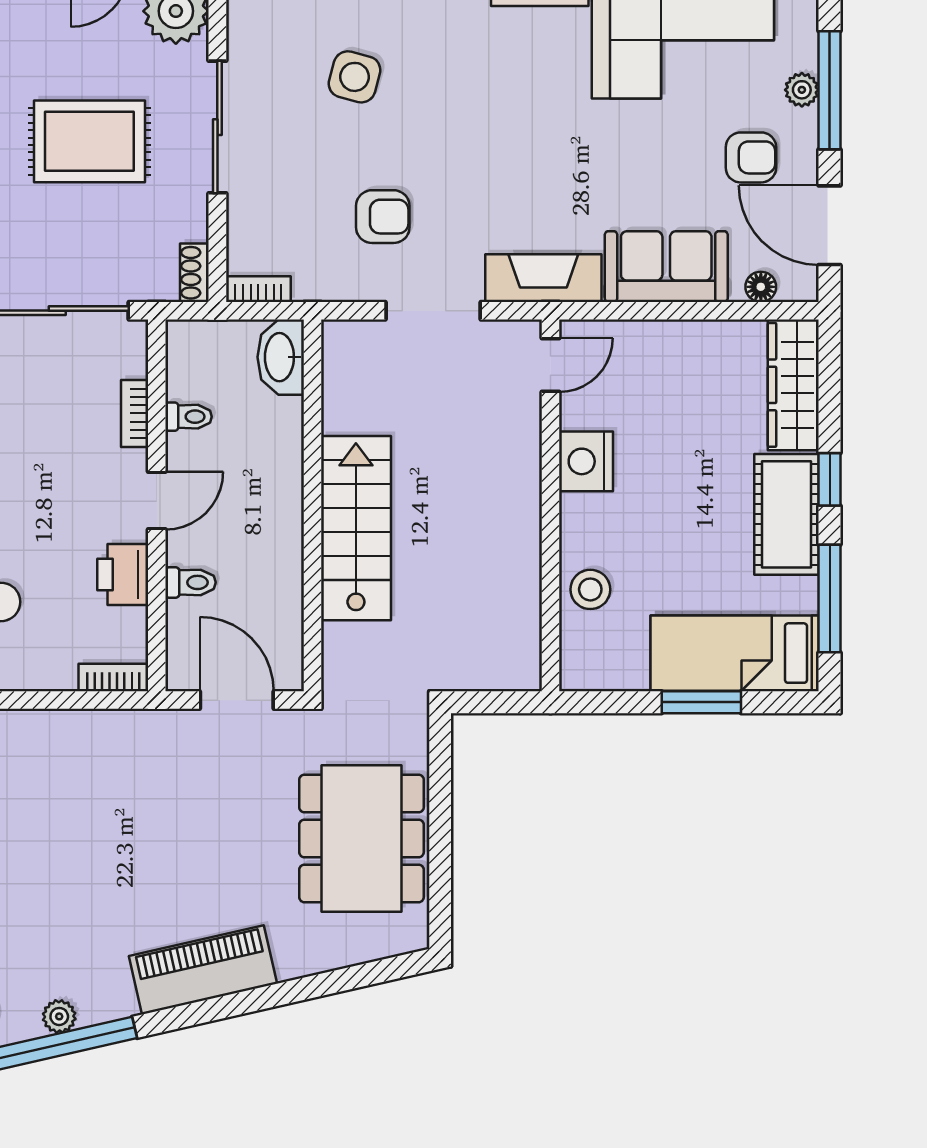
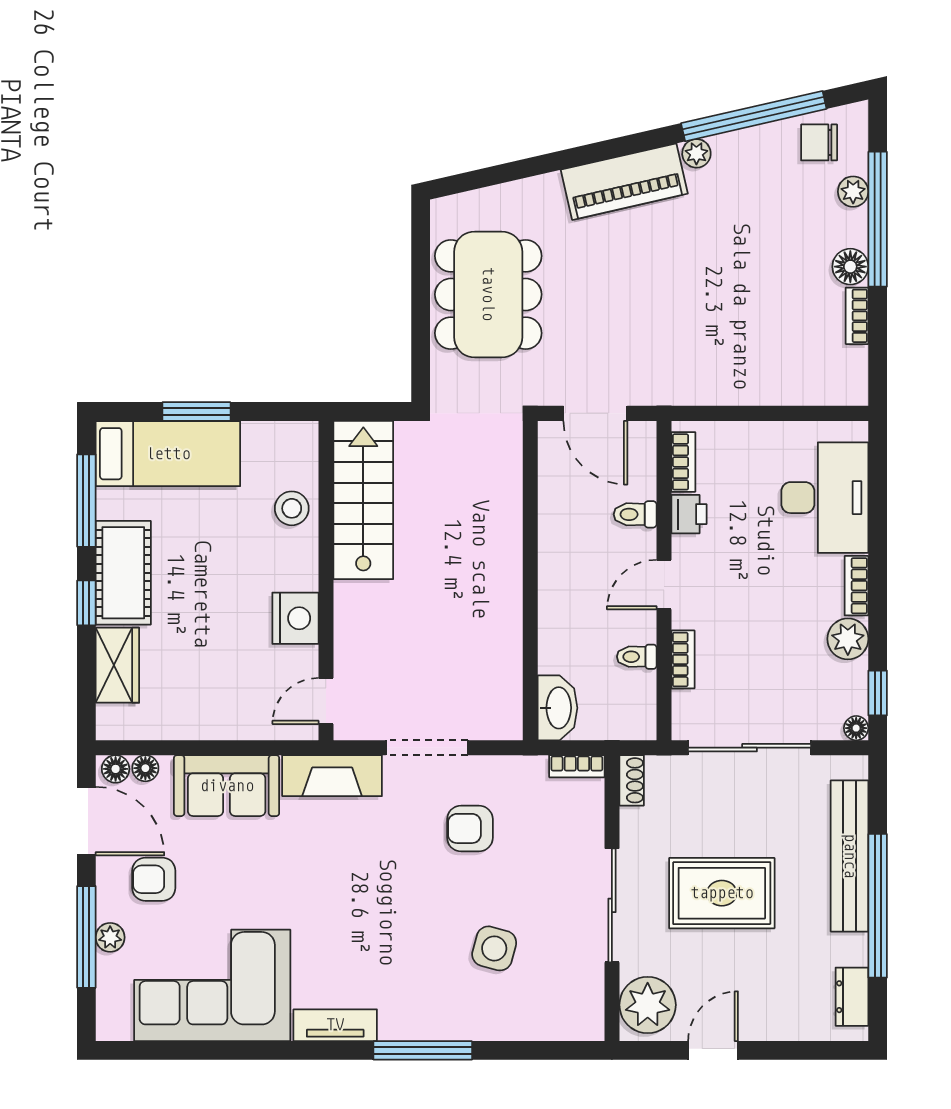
floor lamp: (795, 286) -> (116, 769), added
wardrobe: (793, 385) -> (117, 665), width x0.67
stairs: (356, 528) -> (363, 500), moved, turned 180
printer: (123, 575) -> (689, 514), width x0.73, depth x0.81
bookcase: (113, 677) -> (683, 462), moved, turned -90
plant: (59, 1016) -> (696, 153), moved

